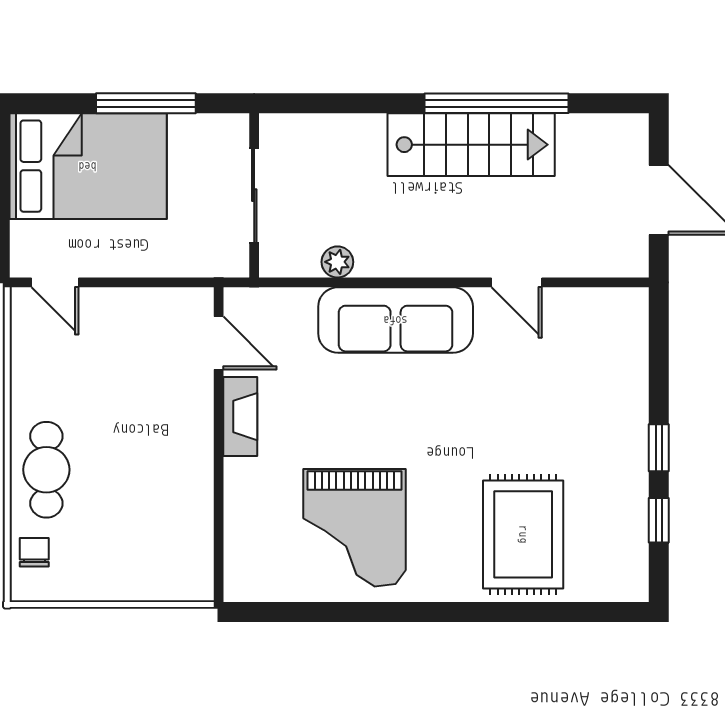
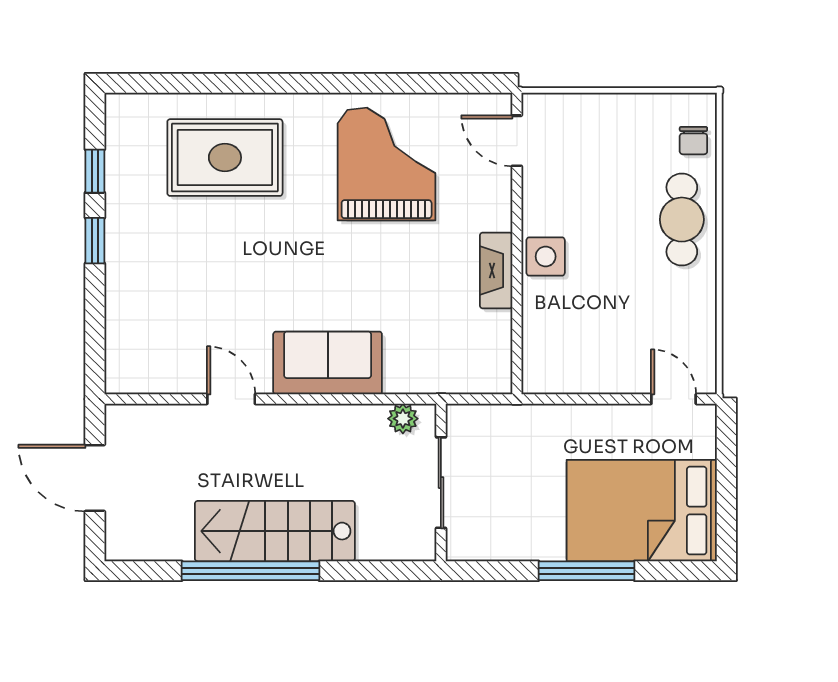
sliding door: (254, 195) -> (441, 483), moved
wall: (254, 195) -> (441, 482), moved
sofa: (396, 320) -> (328, 363), width x0.73
door: (219, 343) -> (517, 141), moved
side table: (188, 431) -> (546, 256), added
rug: (523, 534) -> (225, 158), turned 90

